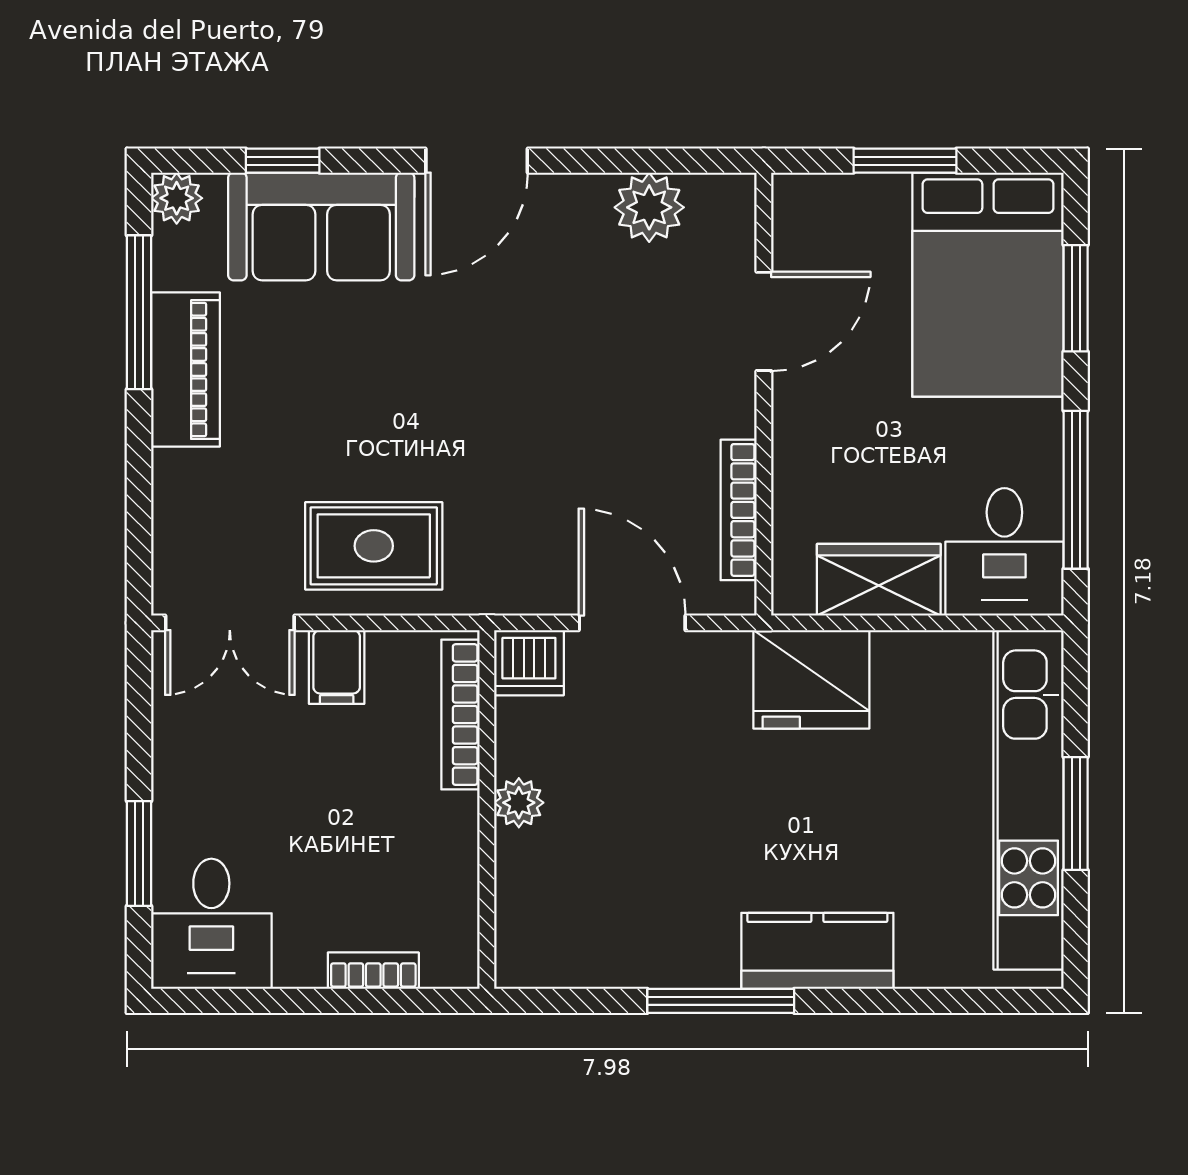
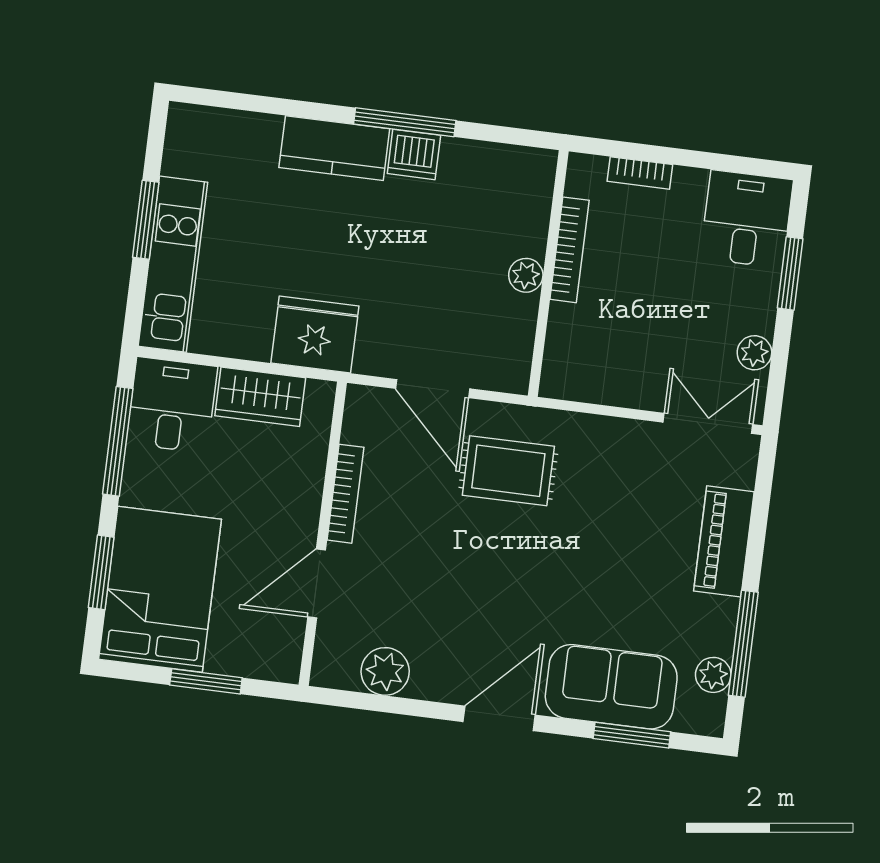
window: (283, 161) -> (632, 735), width x1.50
plant: (177, 198) -> (713, 675), moved
piano: (185, 370) -> (724, 541), moved
bookcase: (739, 510) -> (345, 494), moved
rug: (374, 546) -> (508, 471), moved
dishwasher: (529, 663) -> (414, 154), moved, turned 180
filing cabinet: (337, 667) -> (639, 384), removed
bookcase: (461, 715) -> (570, 250), moved
plant: (176, 733) -> (754, 353), added
kitchen unit: (1029, 800) -> (173, 264), width x0.73

